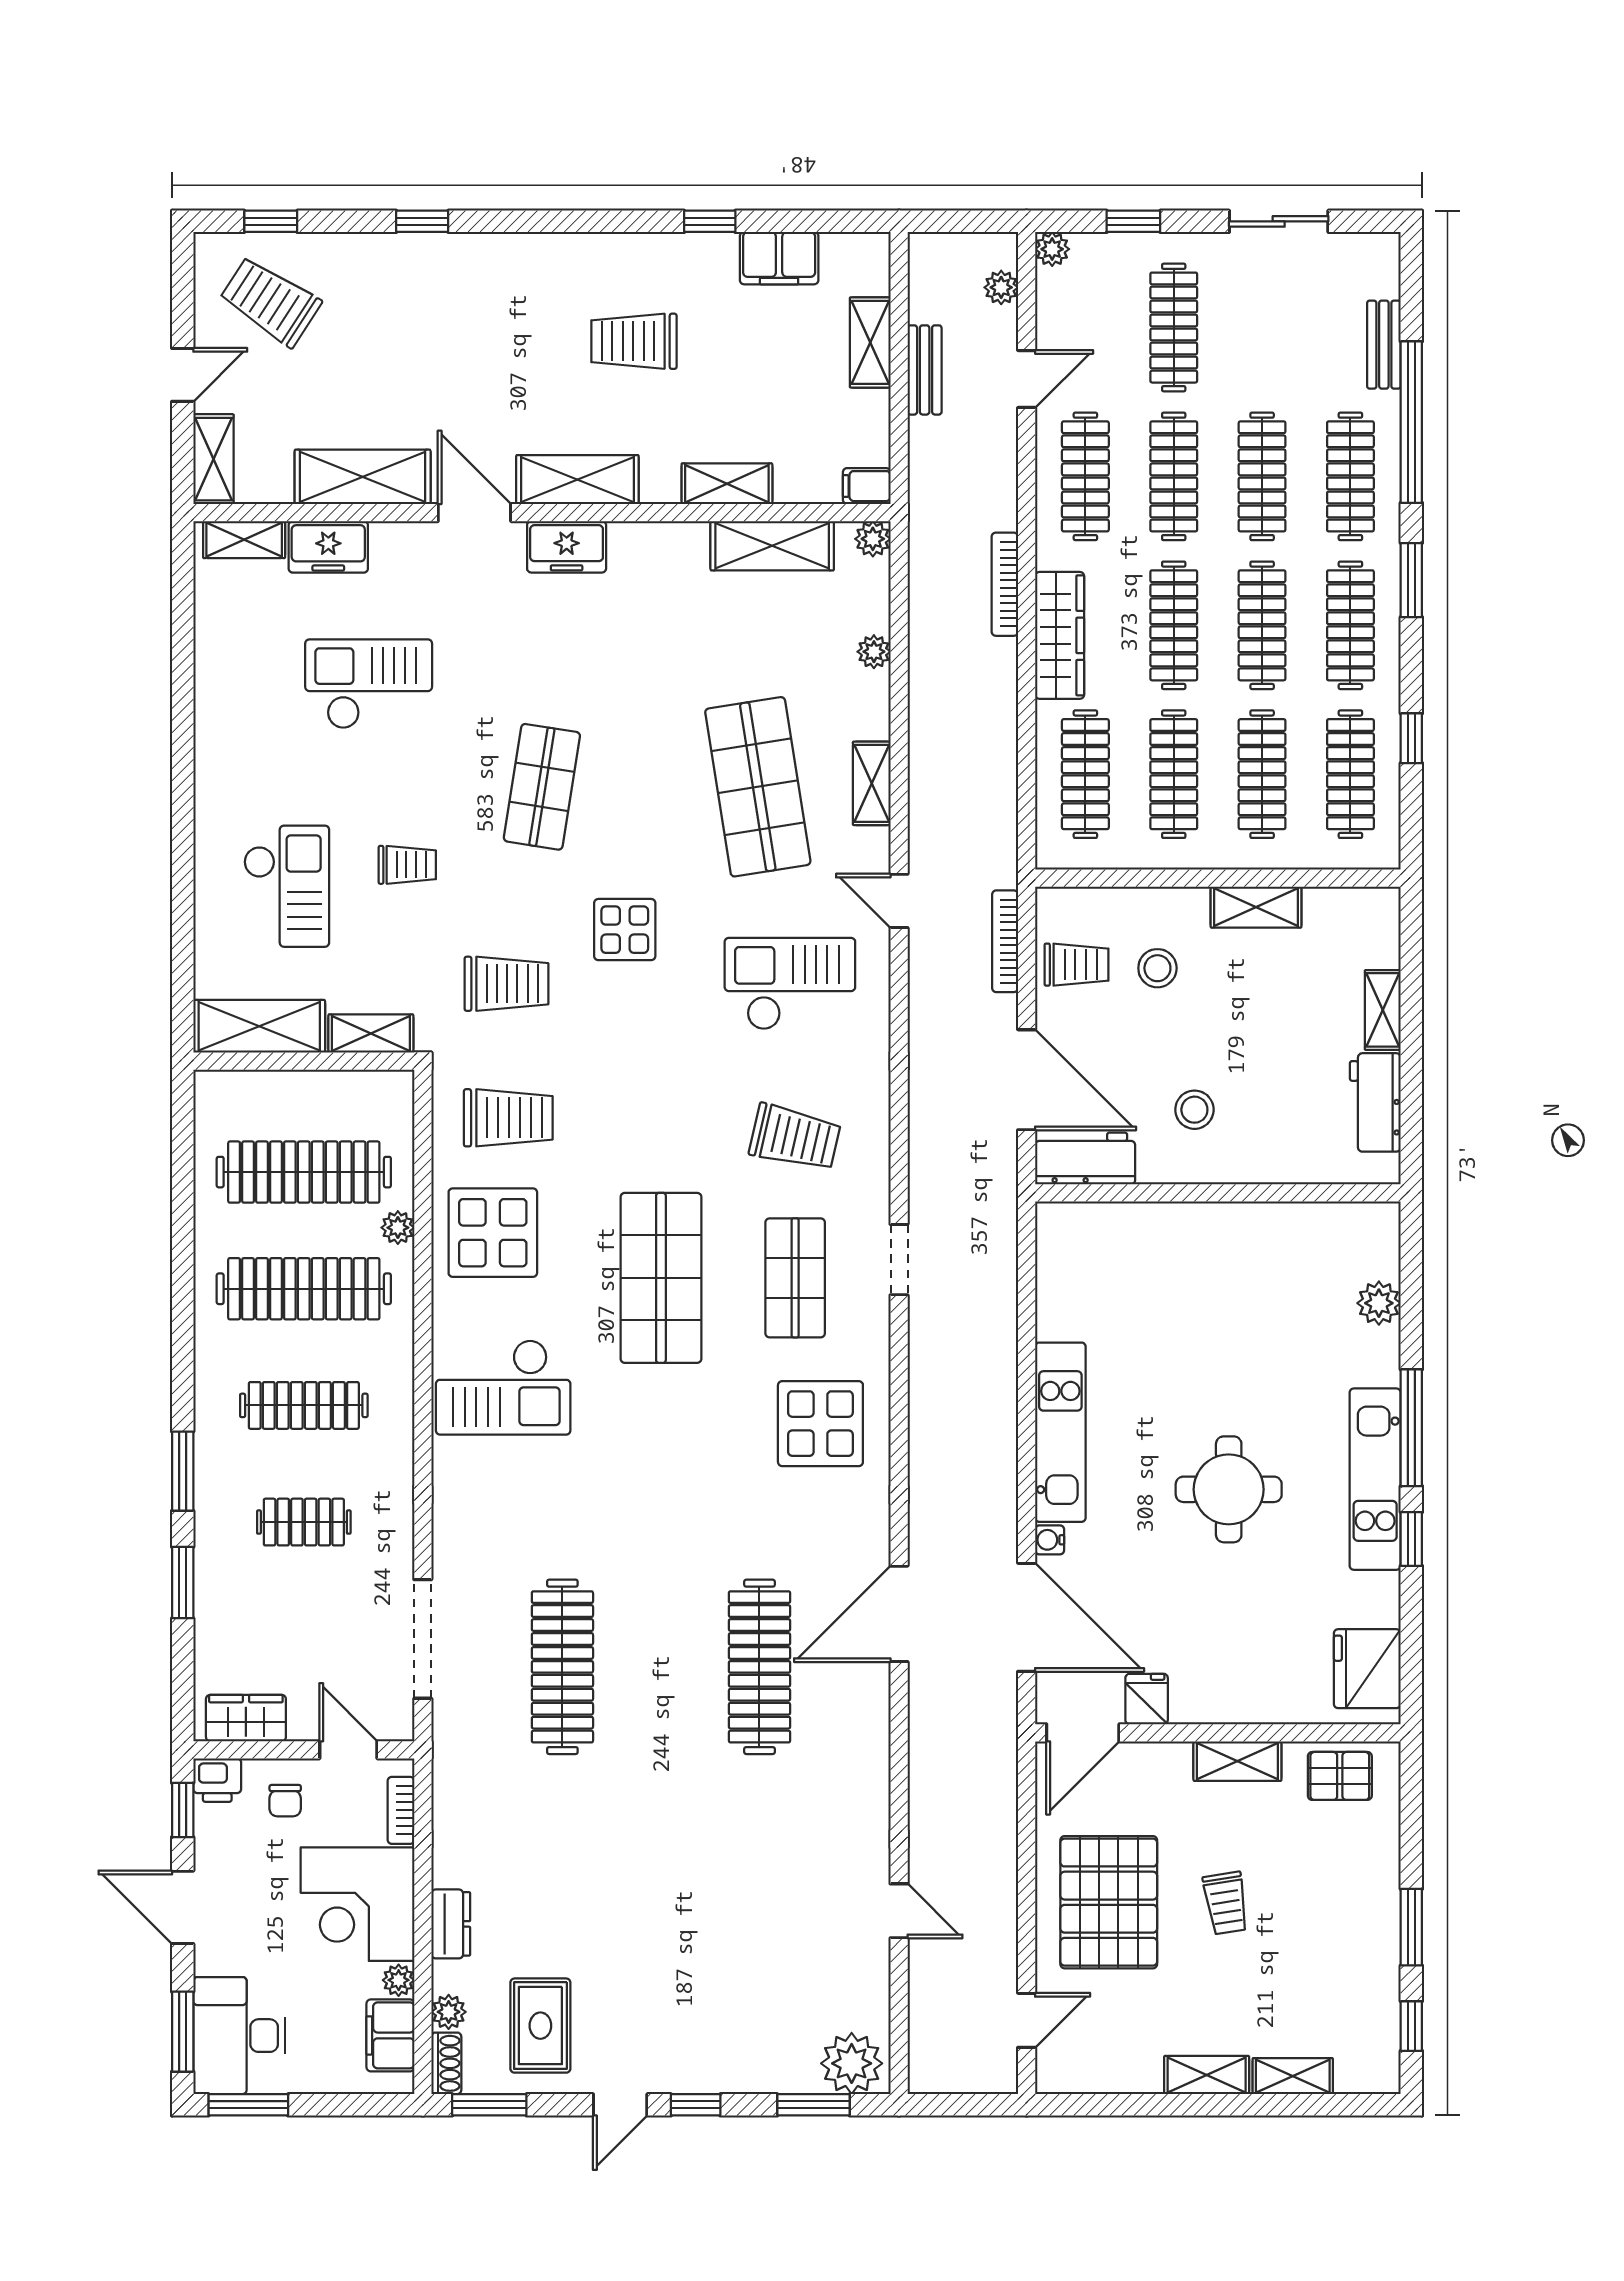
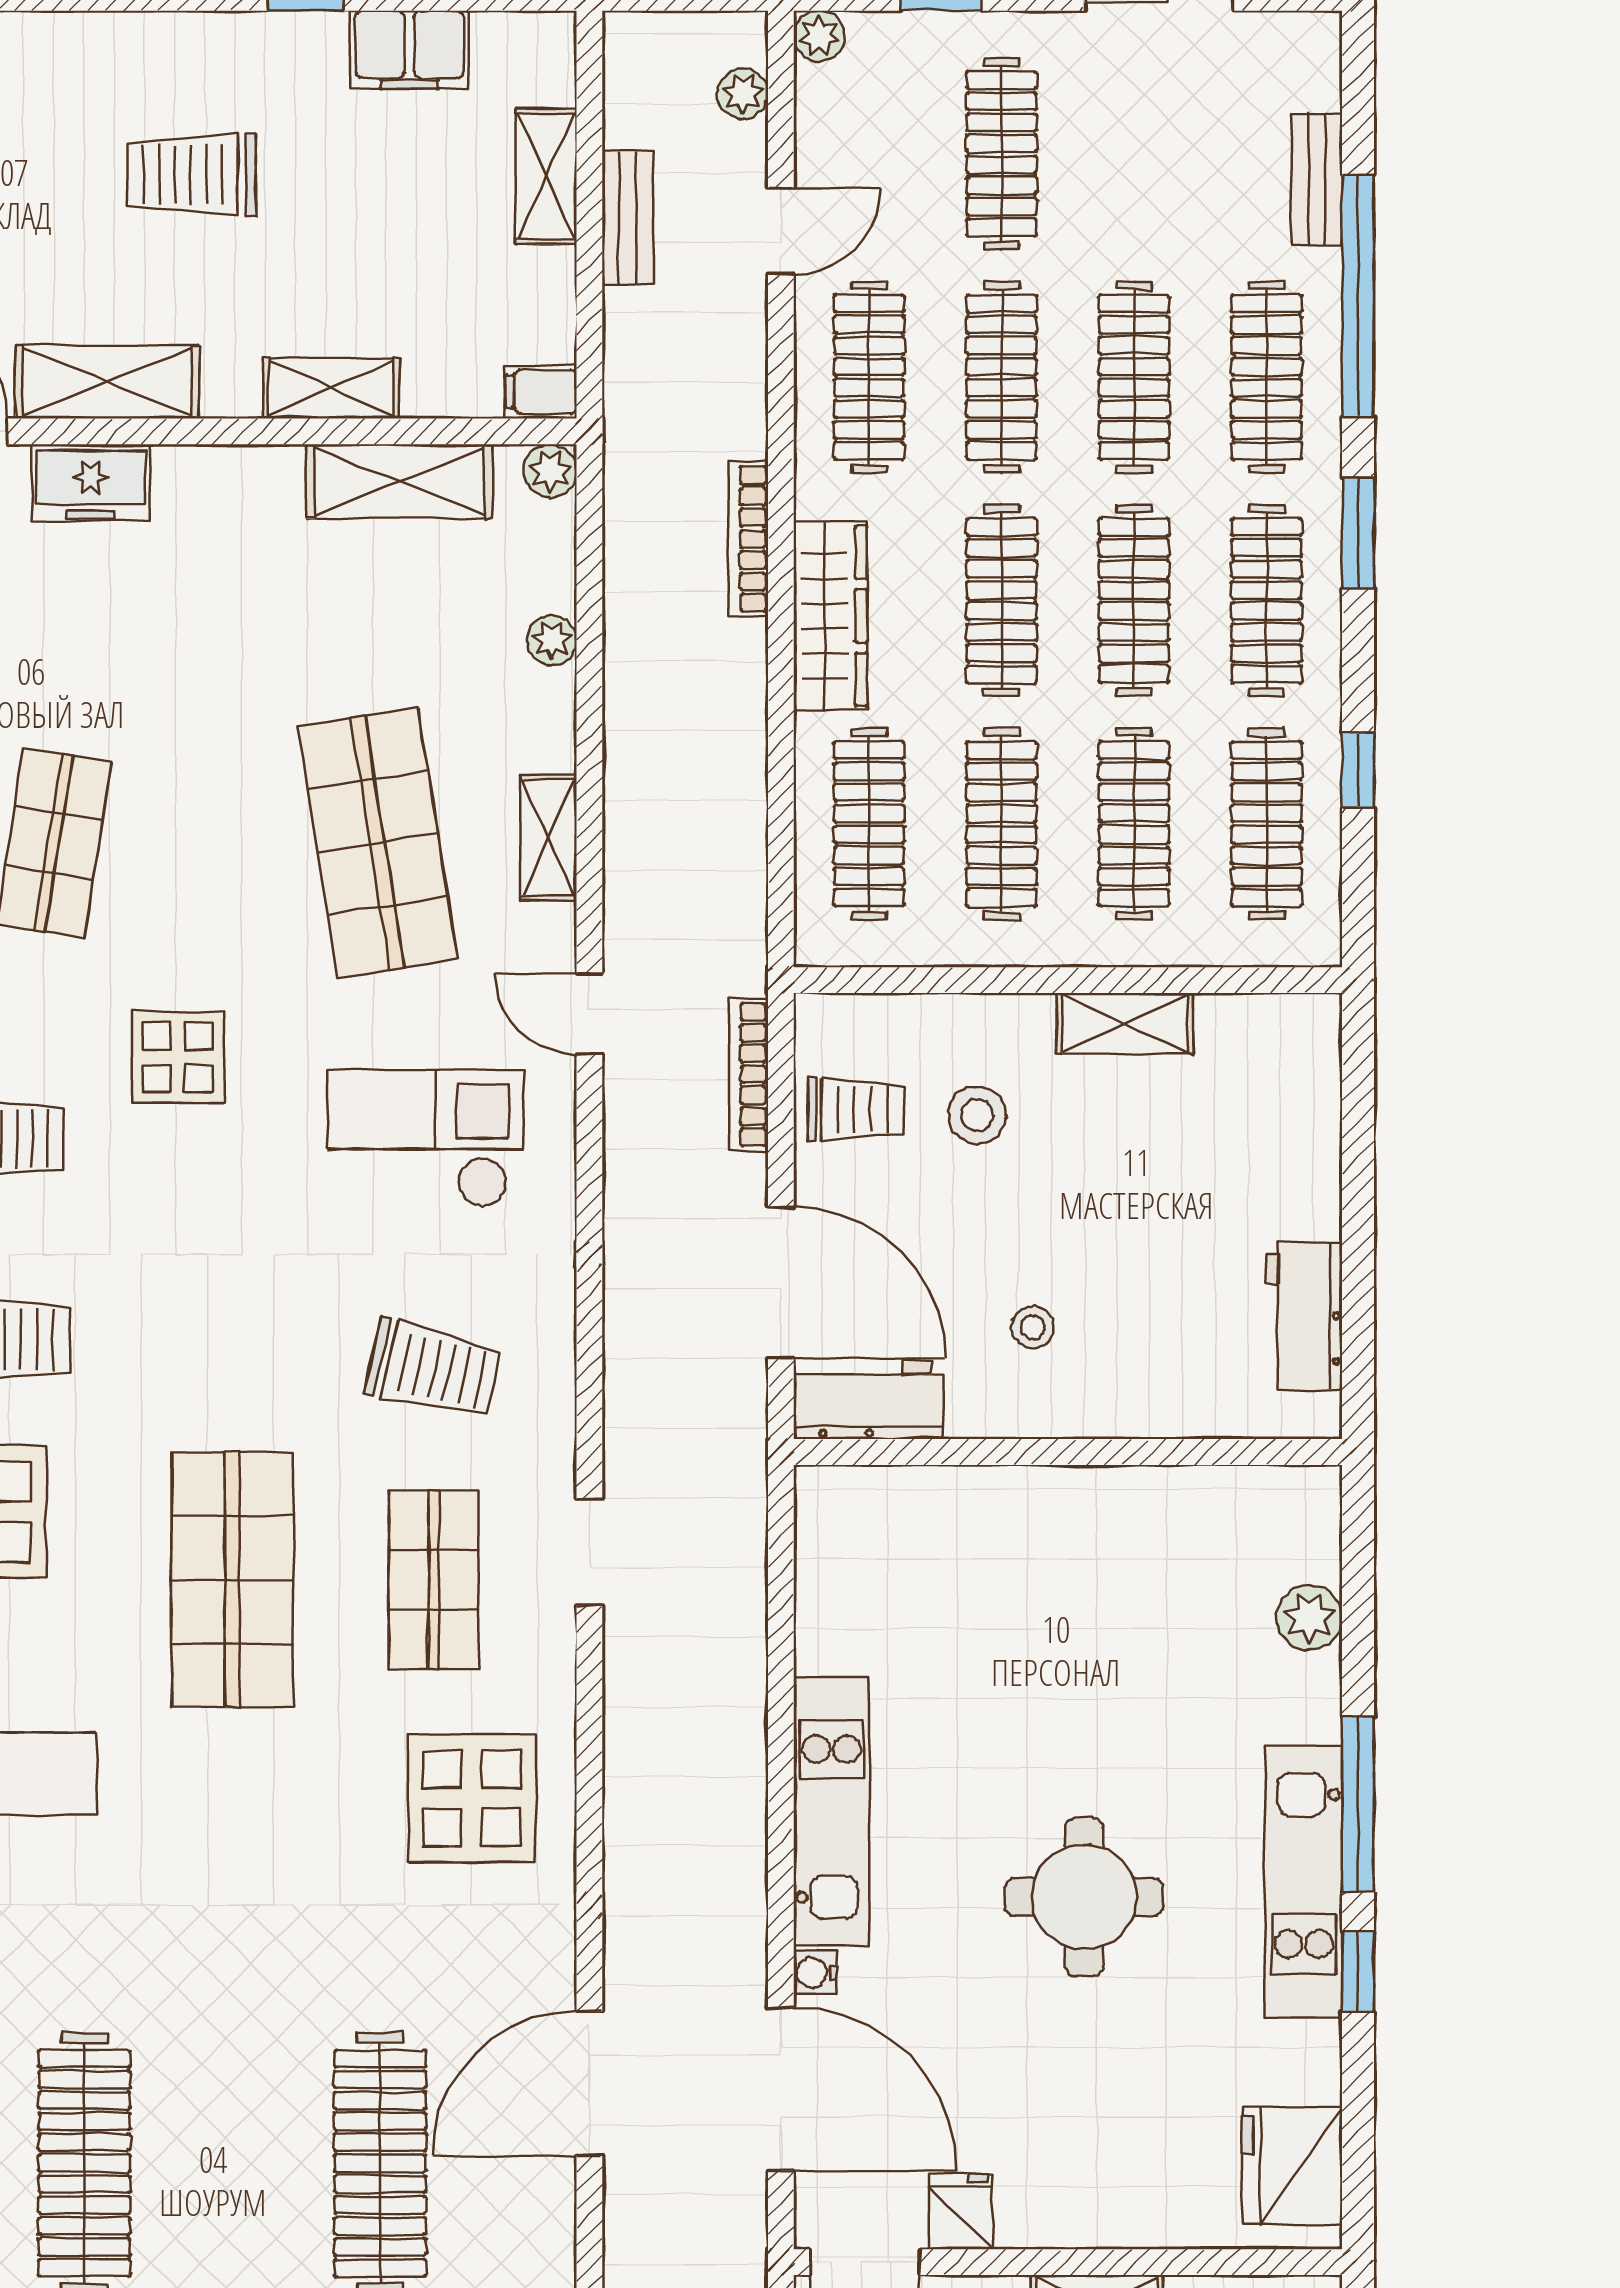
shelving: (1383, 1010) -> (1315, 1178), removed
stool: (1194, 1110) -> (1033, 1327), width x0.73, depth x0.73

